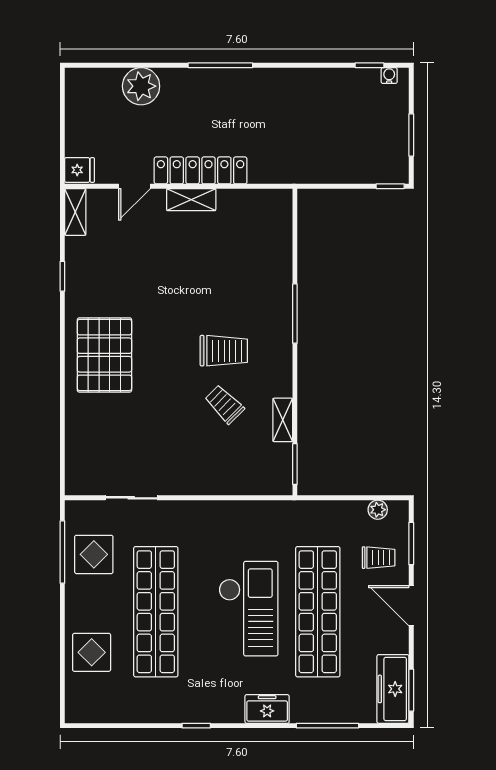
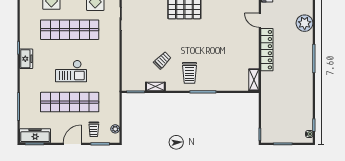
shelving: (191, 200) -> (254, 80), moved
trolley: (224, 351) -> (189, 73), moved
checkout: (248, 609) -> (71, 71), width x0.73, depth x0.83
freezer: (267, 709) -> (26, 59), moved

